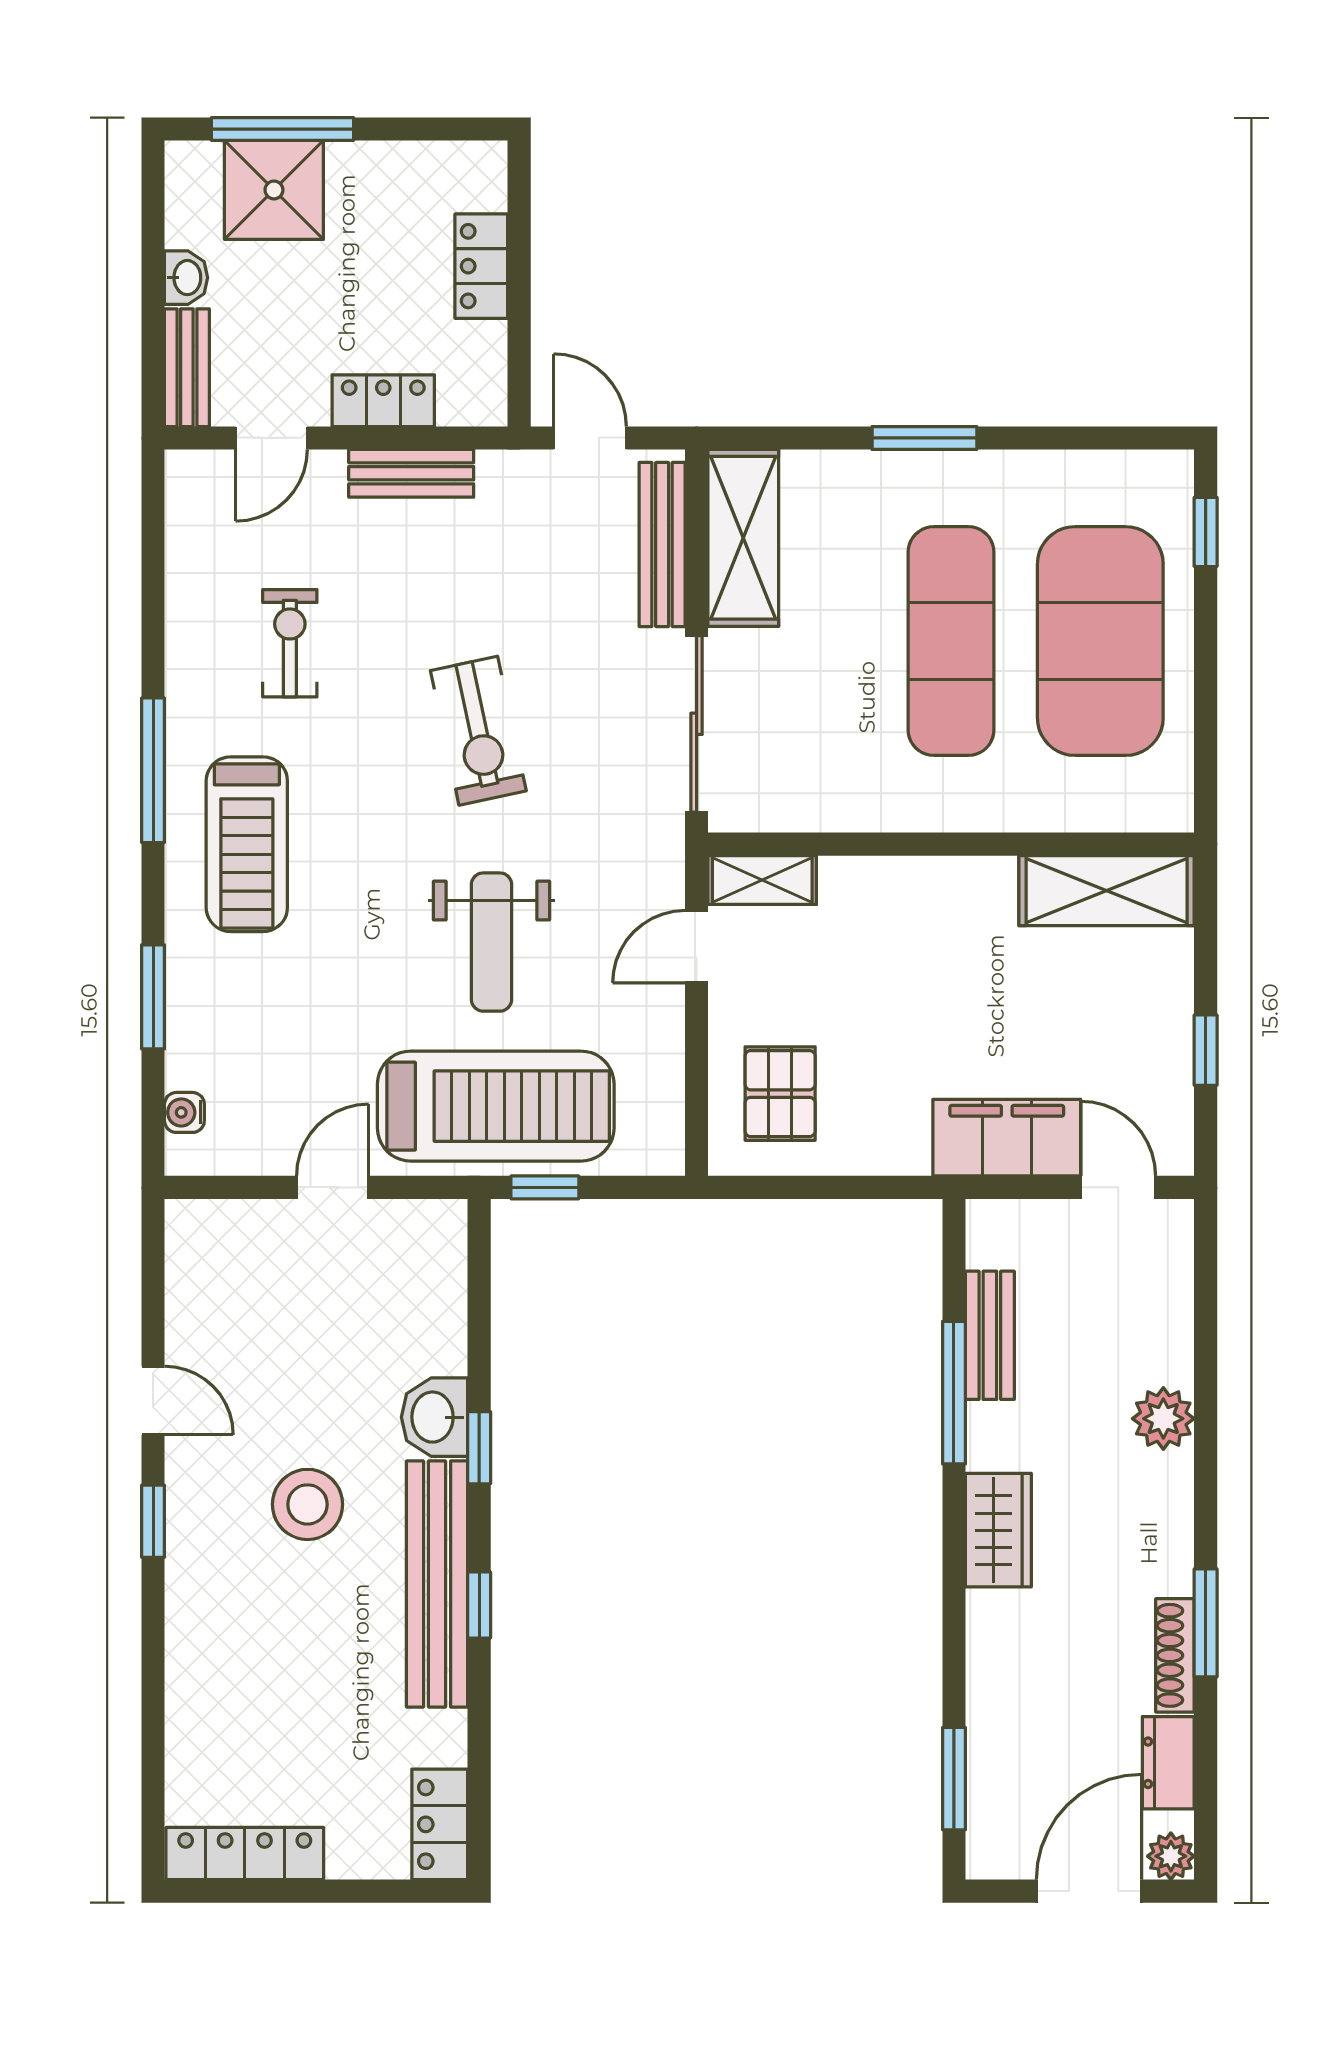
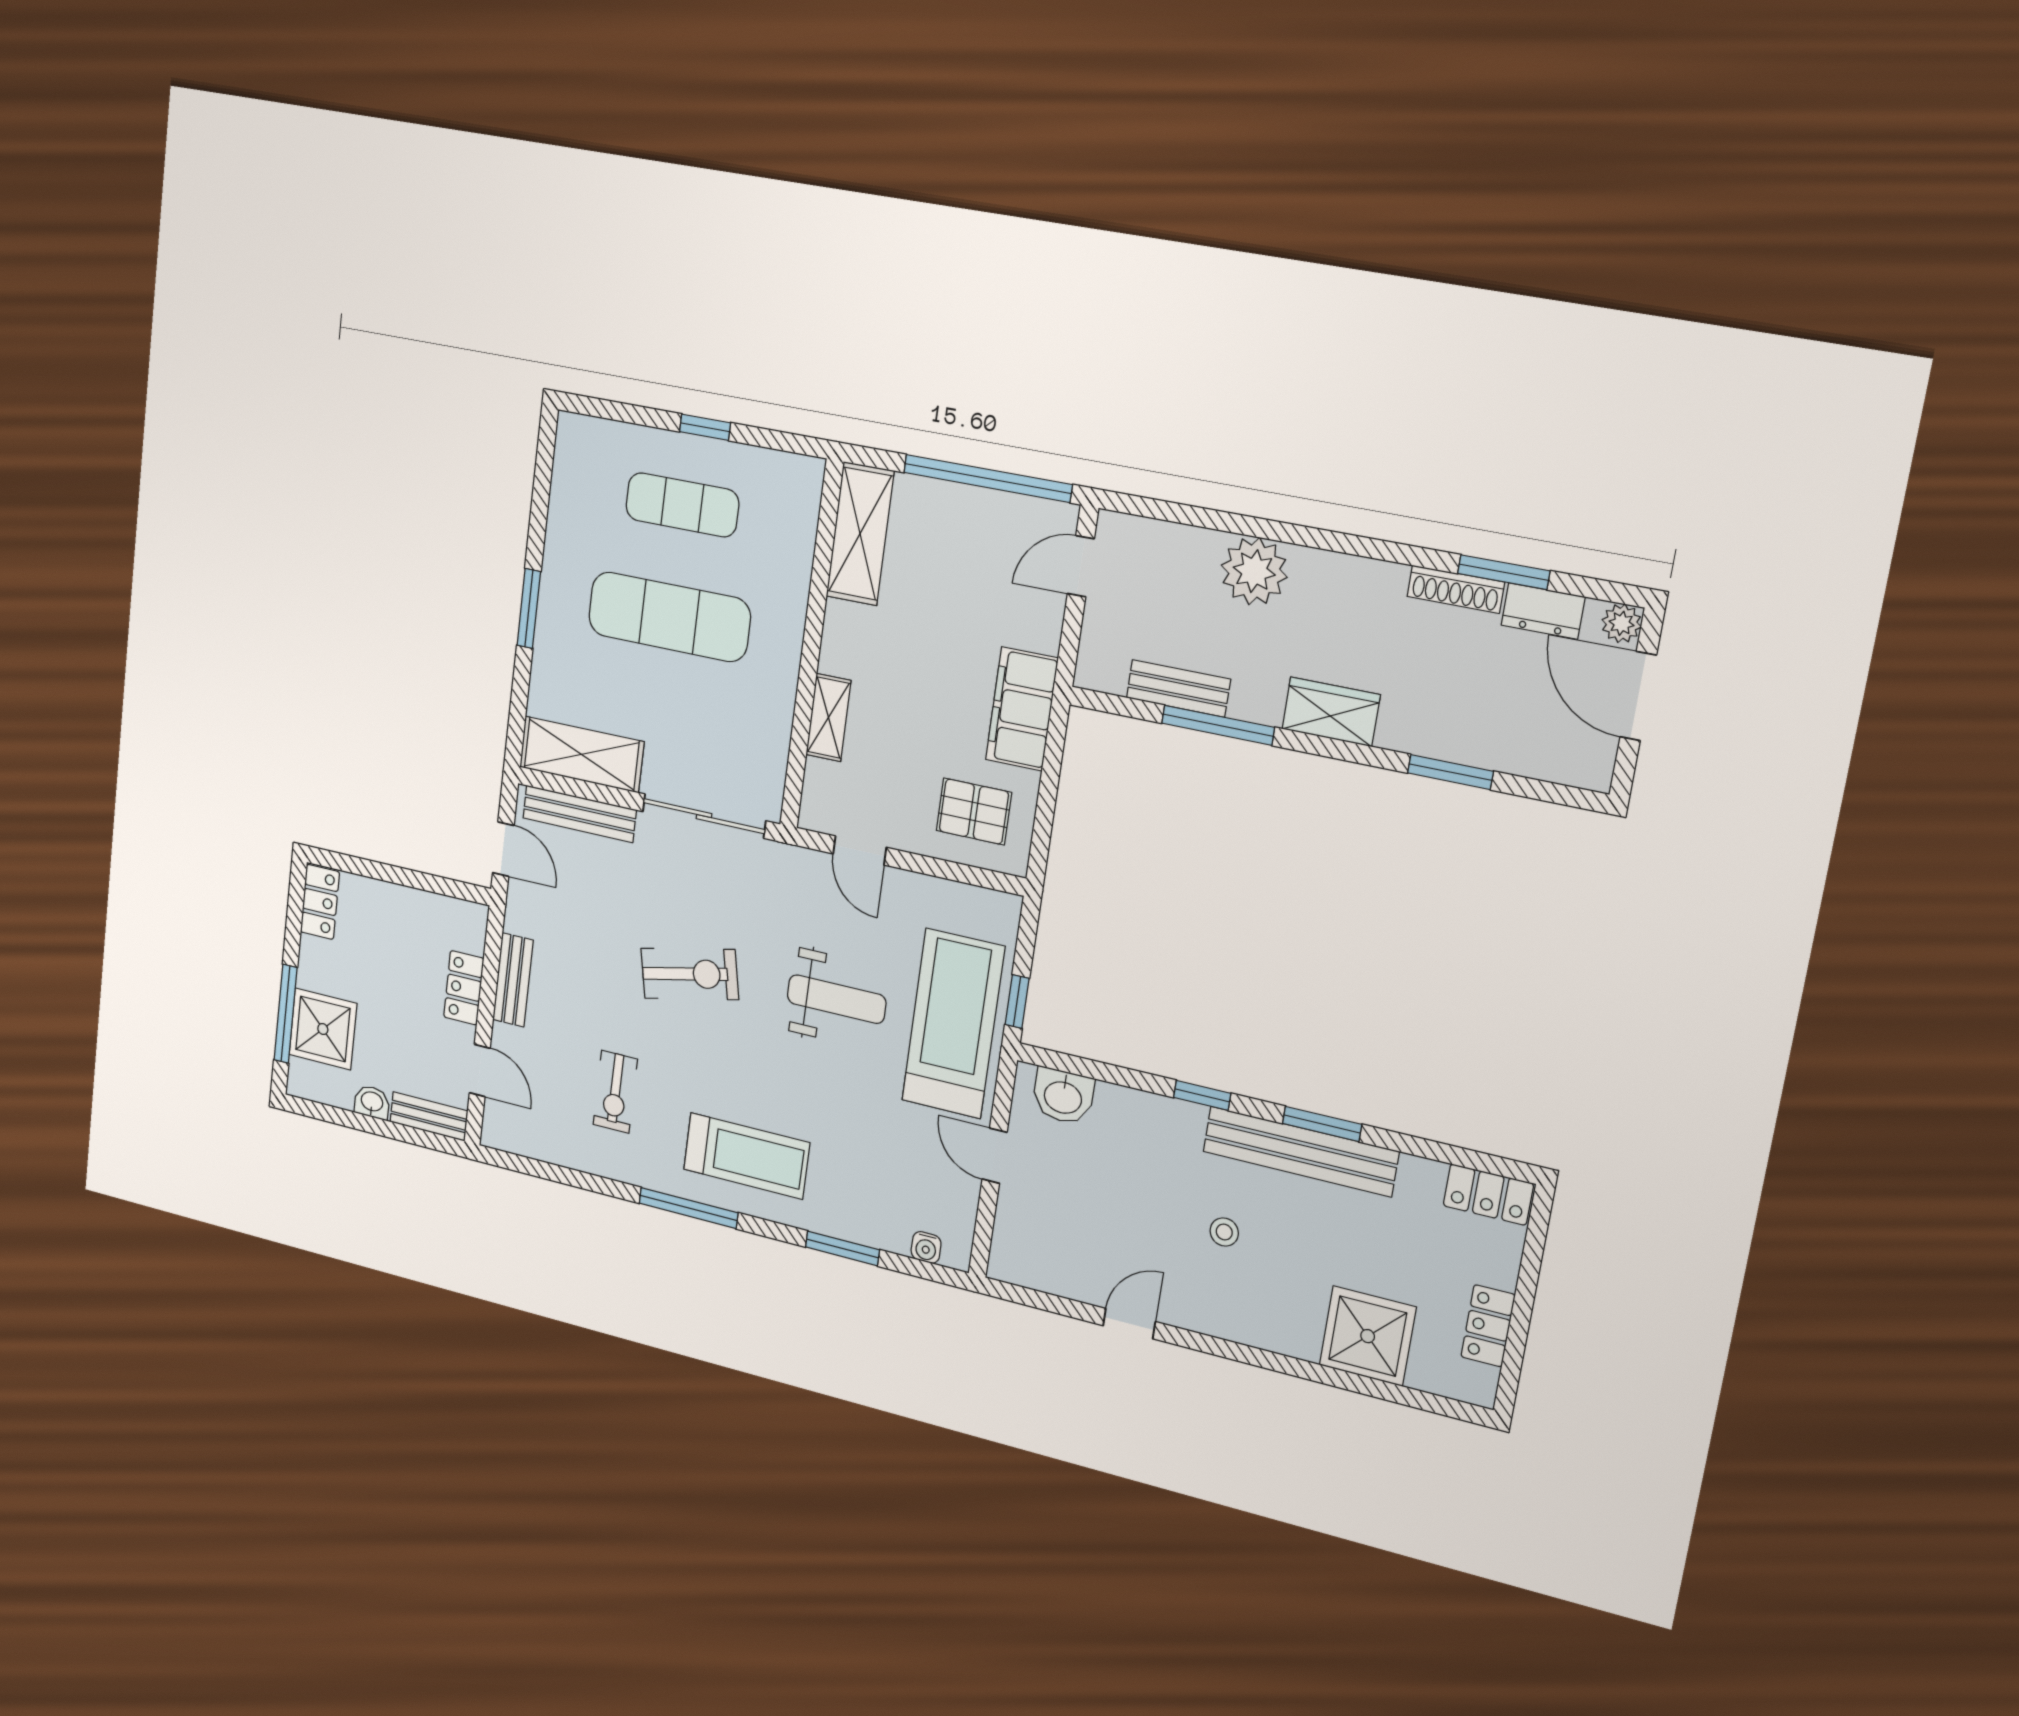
locker: (481, 266) -> (320, 902), moved, turned -90
door: (590, 438) -> (503, 849), swing flipped
window: (1206, 532) -> (705, 427), moved
exercise mat: (1100, 641) -> (682, 505), width x0.50, depth x0.69
exercise bike: (290, 643) -> (615, 1092), turned -90
shelving: (762, 880) -> (828, 718), moved
window: (1206, 1050) -> (988, 479), width x3.17
filing cabinet: (1007, 1138) -> (1022, 709), moved
washbasin: (434, 1417) -> (1063, 1096), moved
plant: (1163, 1419) -> (1254, 571), width x1.36, depth x1.36
stool: (307, 1504) -> (1224, 1232), width x0.53, depth x0.53
window: (153, 1521) -> (1218, 1347), removed
window: (479, 1605) -> (1322, 1124), width x1.50
window: (1206, 1623) -> (1504, 572), moved
shower: (219, 1708) -> (1368, 1336), added
window: (954, 1779) -> (1450, 772), moved
locker: (245, 1854) -> (1488, 1326), width x0.66

